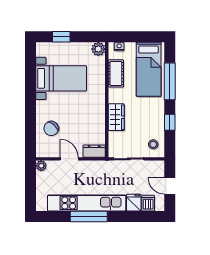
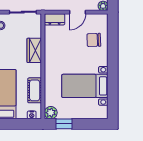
window: (61, 37) -> (64, 124), moved
chair: (51, 129) -> (94, 40), turned -134
door: (69, 159) -> (78, 12), hinge flipped

